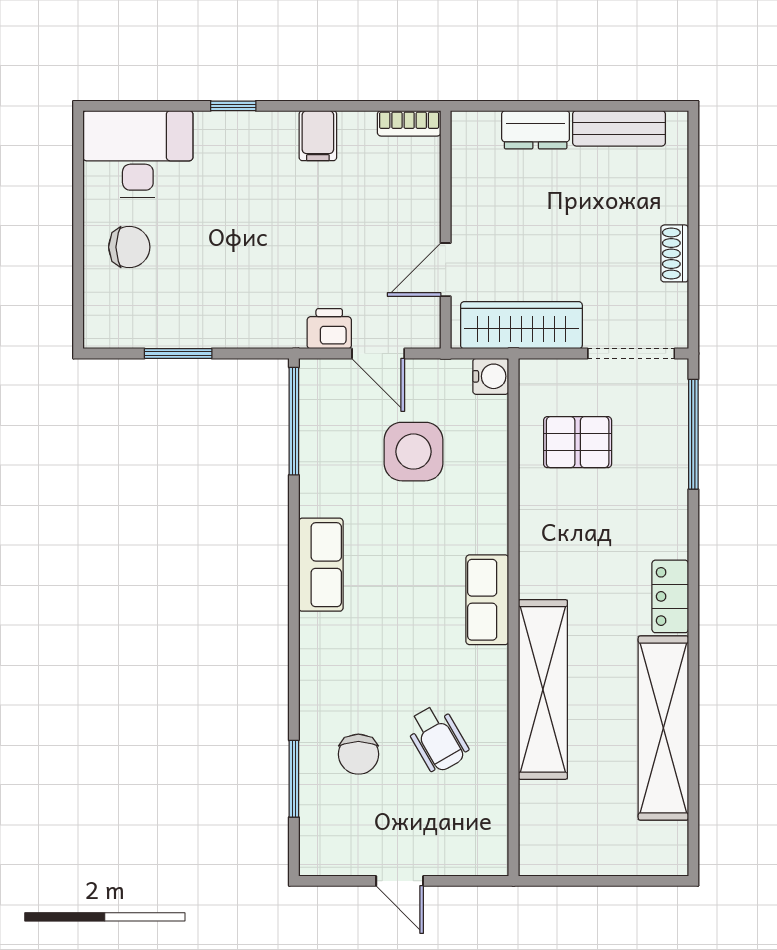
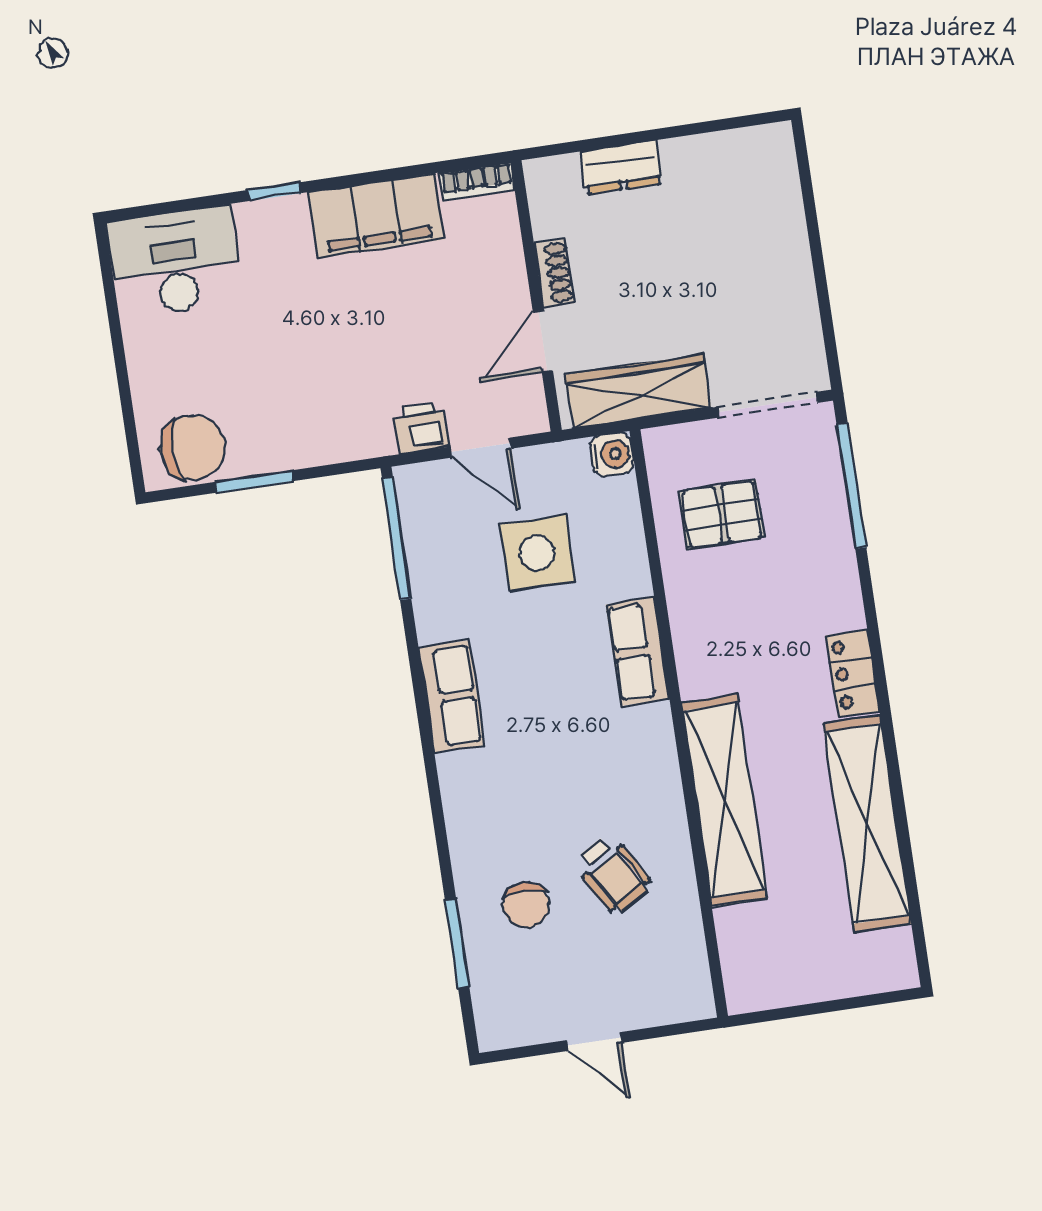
bench: (619, 128) -> (715, 152), removed
filing cabinet: (318, 136) -> (376, 216), width x3.00, depth x1.17
chair: (129, 247) -> (193, 448), moved, width x1.37, depth x1.37
shoe rack: (675, 253) -> (554, 273), moved, turned 180
row of seats: (487, 600) -> (638, 652), moved

